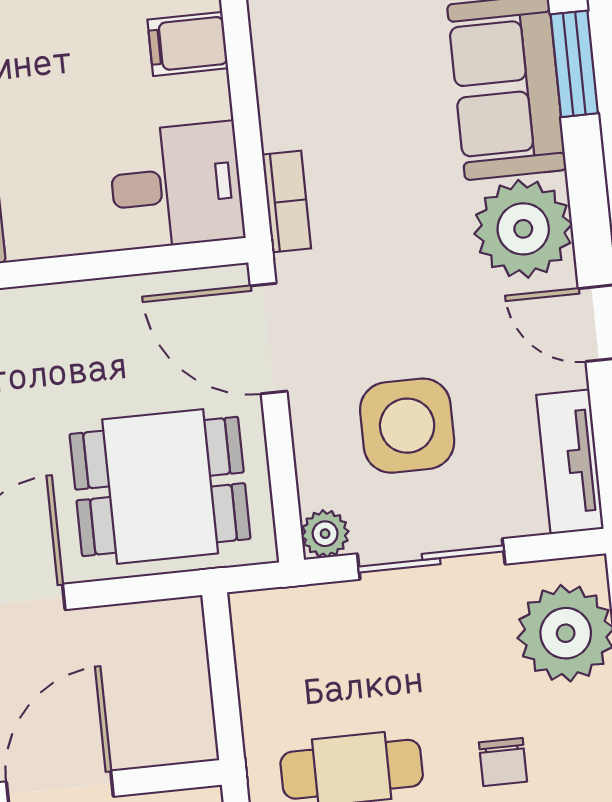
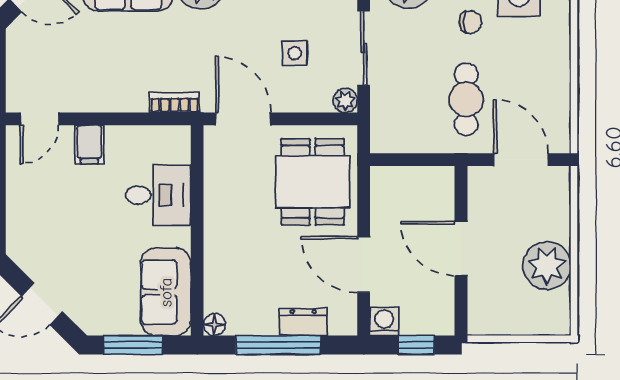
desk: (176, 186) -> (158, 195), moved, turned 90
door: (269, 339) -> (243, 119), swing flipped
side table: (407, 426) -> (295, 53), width x0.54, depth x0.54

